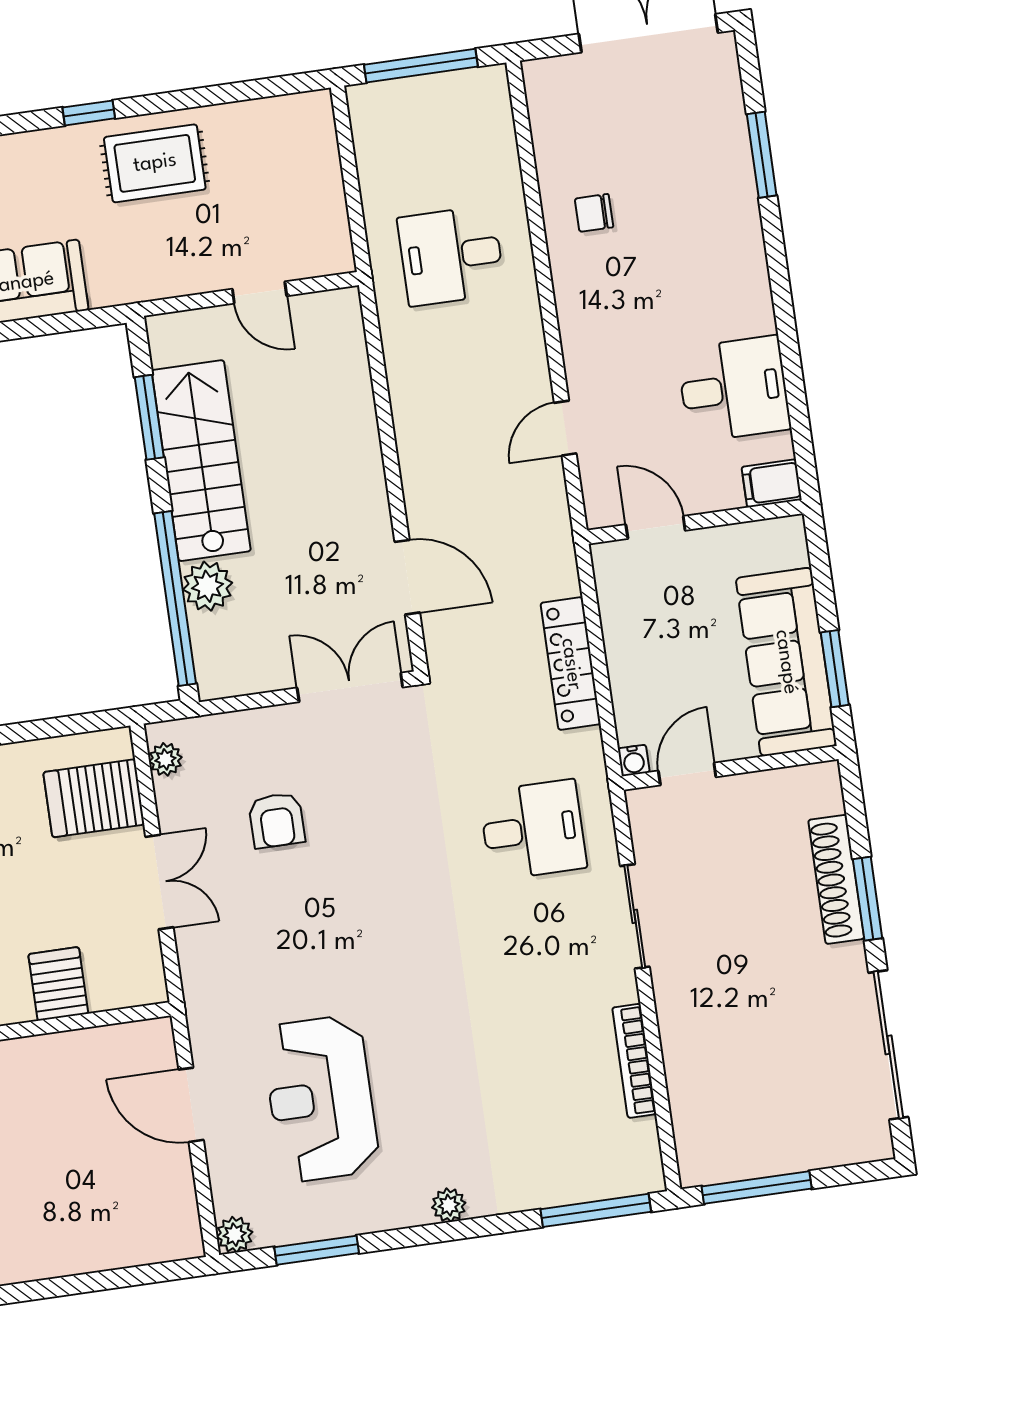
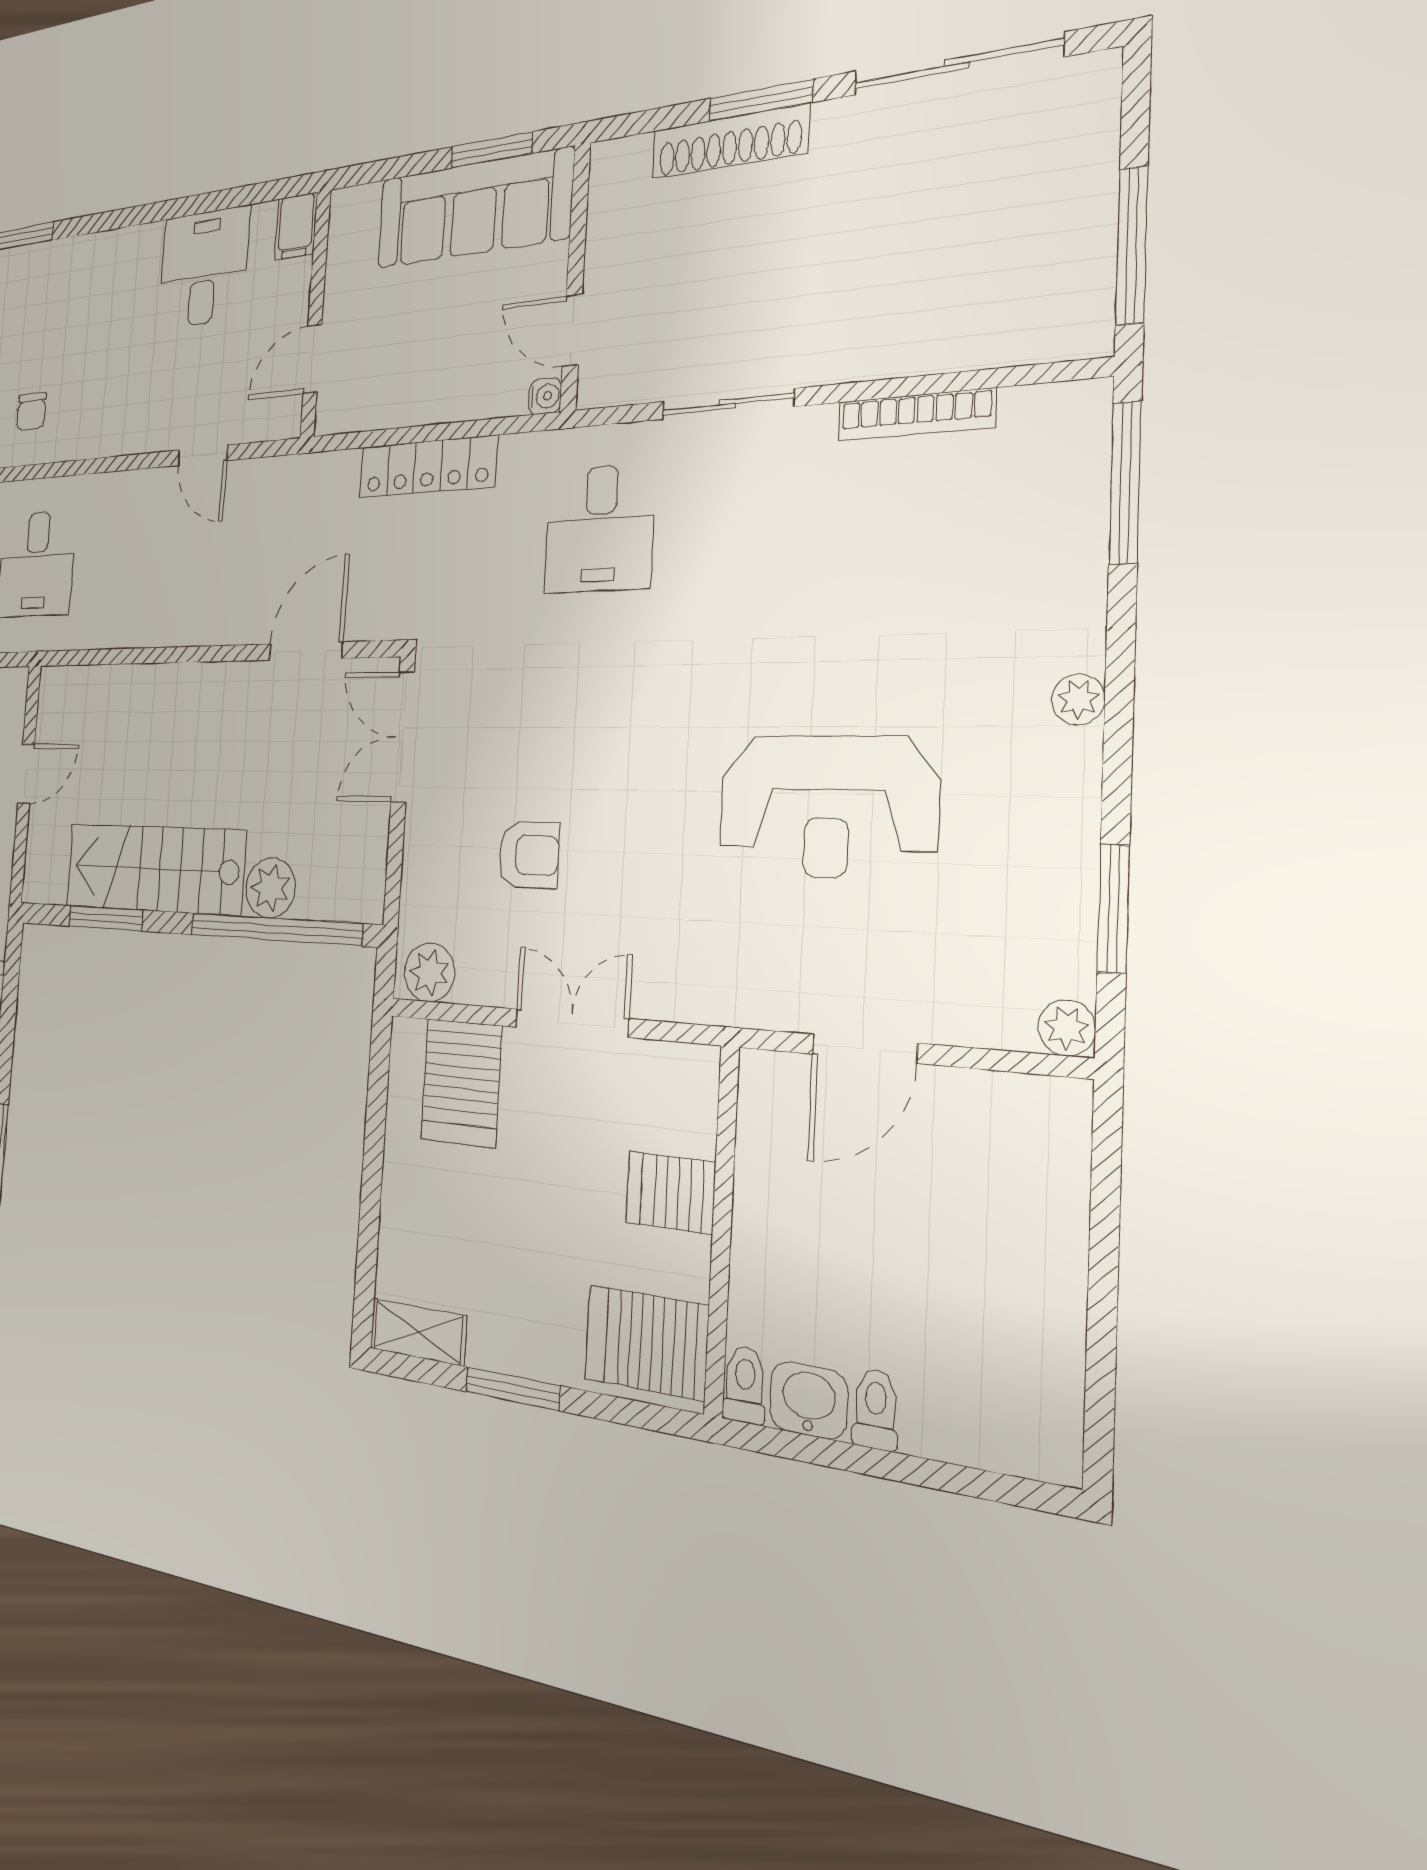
plant: (165, 759) -> (429, 973), width x1.38, depth x1.38
desk: (533, 830) -> (600, 529), turned 180
reception desk: (321, 1099) -> (827, 807), moved

